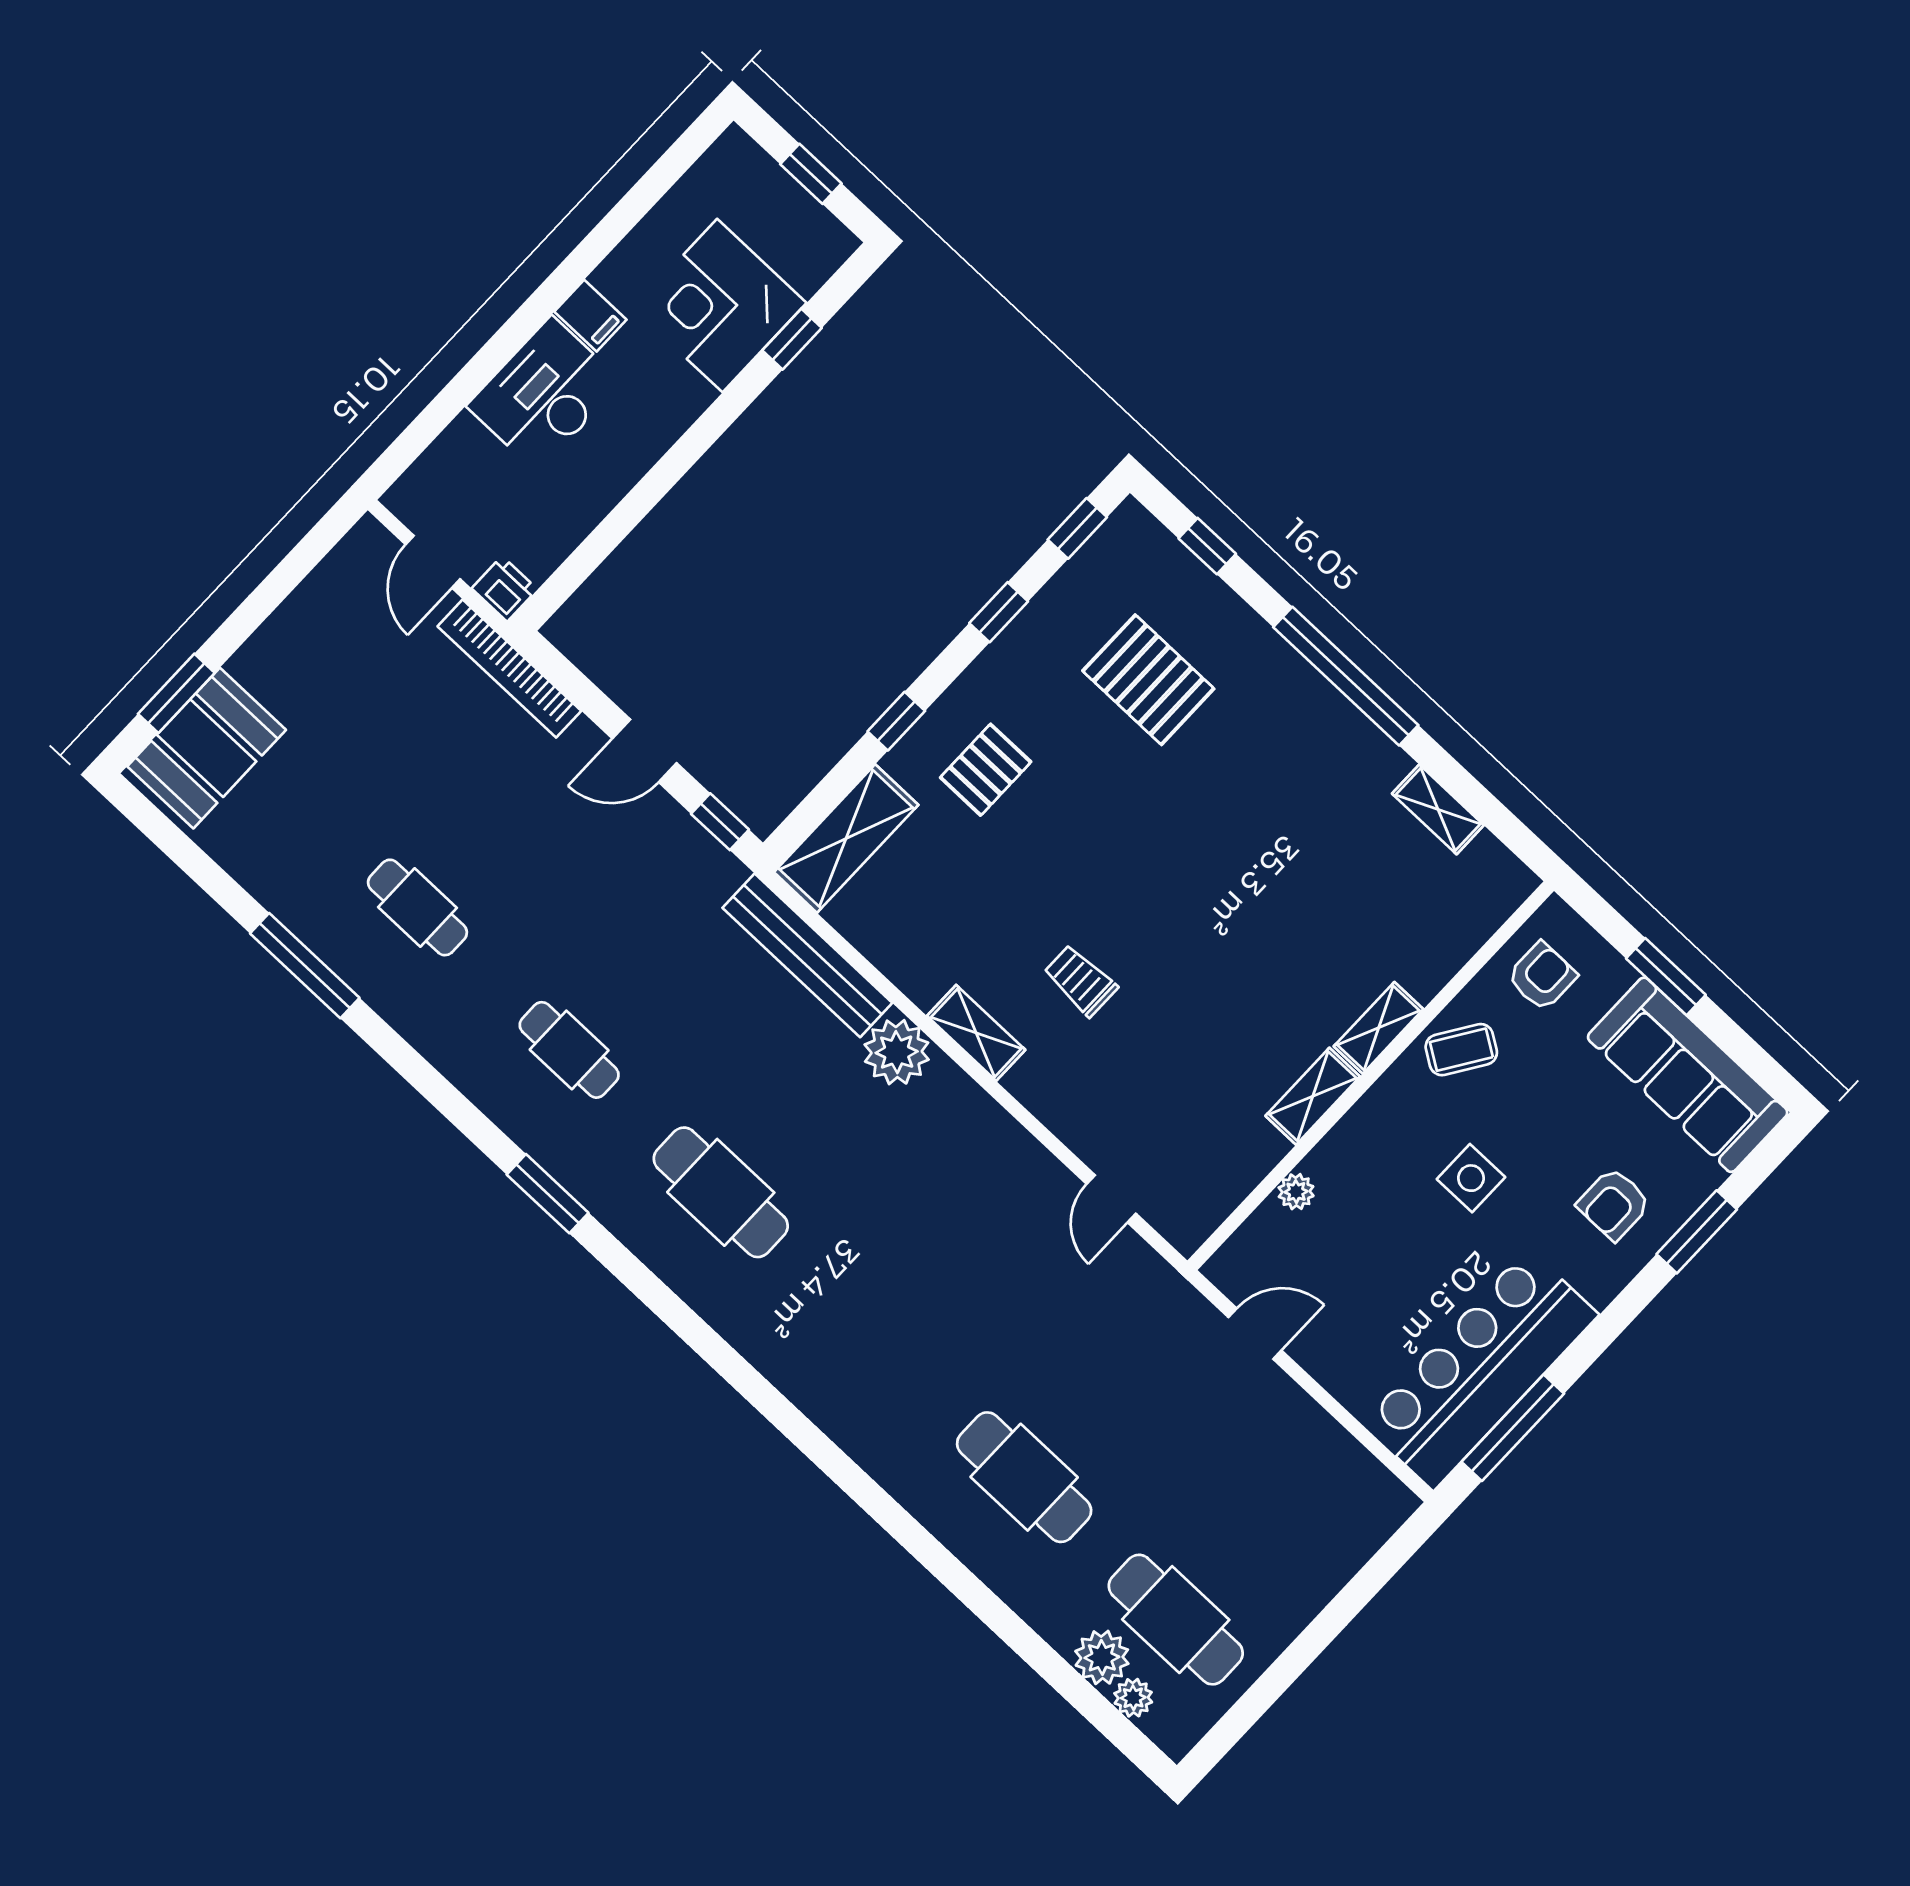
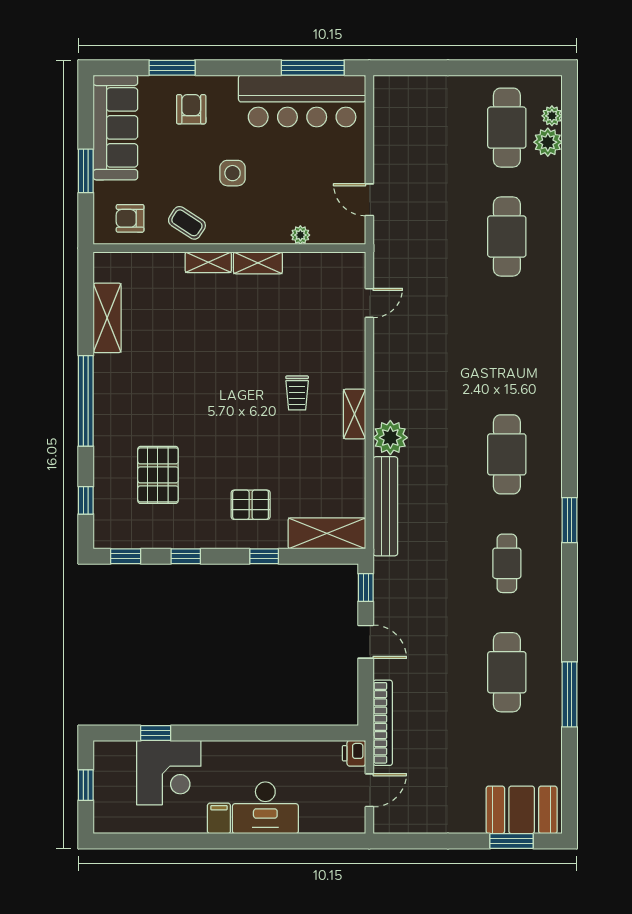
shelving: (1438, 809) -> (107, 318), width x1.50, depth x1.33
cafe table: (417, 907) -> (507, 672), width x1.37, depth x1.35
armchair: (1614, 1204) -> (191, 109), turned -90

